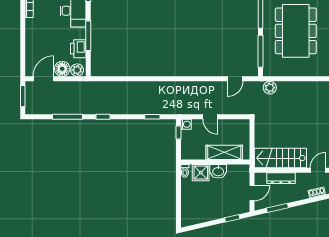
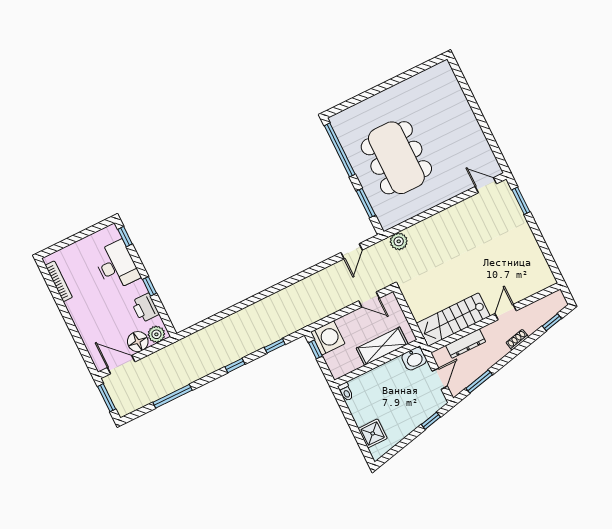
window: (88, 36) -> (149, 286), width x0.46
window: (260, 51) -> (366, 203), width x0.69
door: (43, 79) -> (121, 365), hinge flipped
window: (103, 117) -> (235, 365), moved
door: (210, 117) -> (369, 299), moved
washing machine: (186, 124) -> (328, 338), width x1.89, depth x1.89
washbasin: (218, 171) -> (414, 359), moved
shower: (201, 173) -> (373, 433), moved

